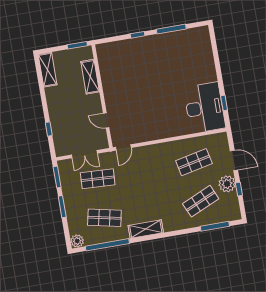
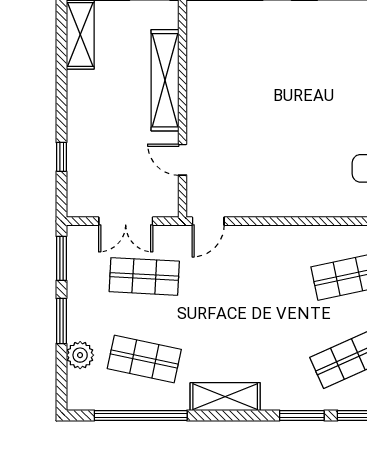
shelving: (90, 77) -> (165, 80), width x1.47
window: (184, 232) -> (302, 416), added
plant: (77, 241) -> (80, 355), moved

